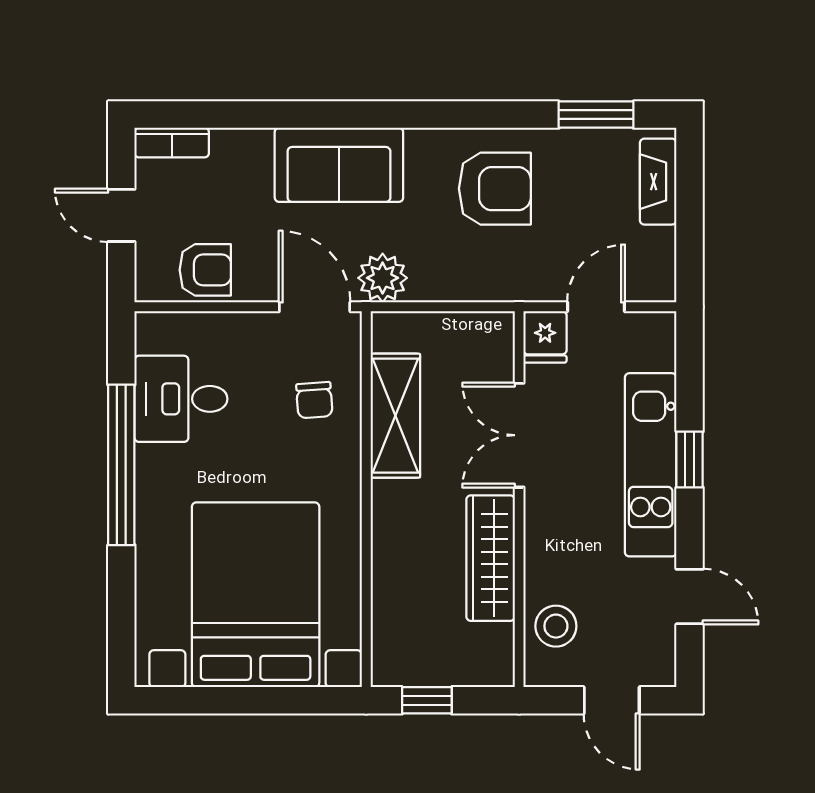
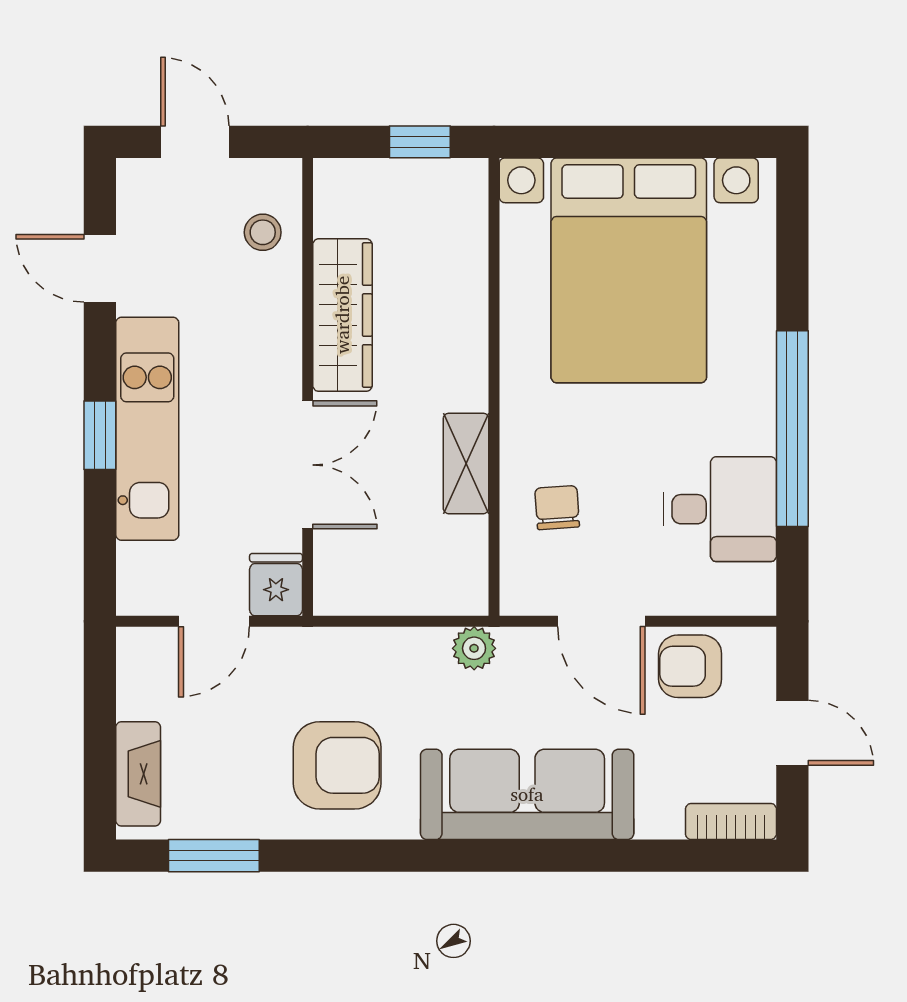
sofa: (339, 165) -> (527, 794), width x1.36
armchair: (495, 189) -> (337, 765), turned 180
plant: (383, 278) -> (474, 648), width x0.73, depth x0.73
door: (315, 307) -> (601, 621), moved
shelving: (395, 416) -> (466, 463), width x0.67, depth x0.75
stool: (556, 626) -> (263, 232), width x0.73, depth x0.73

